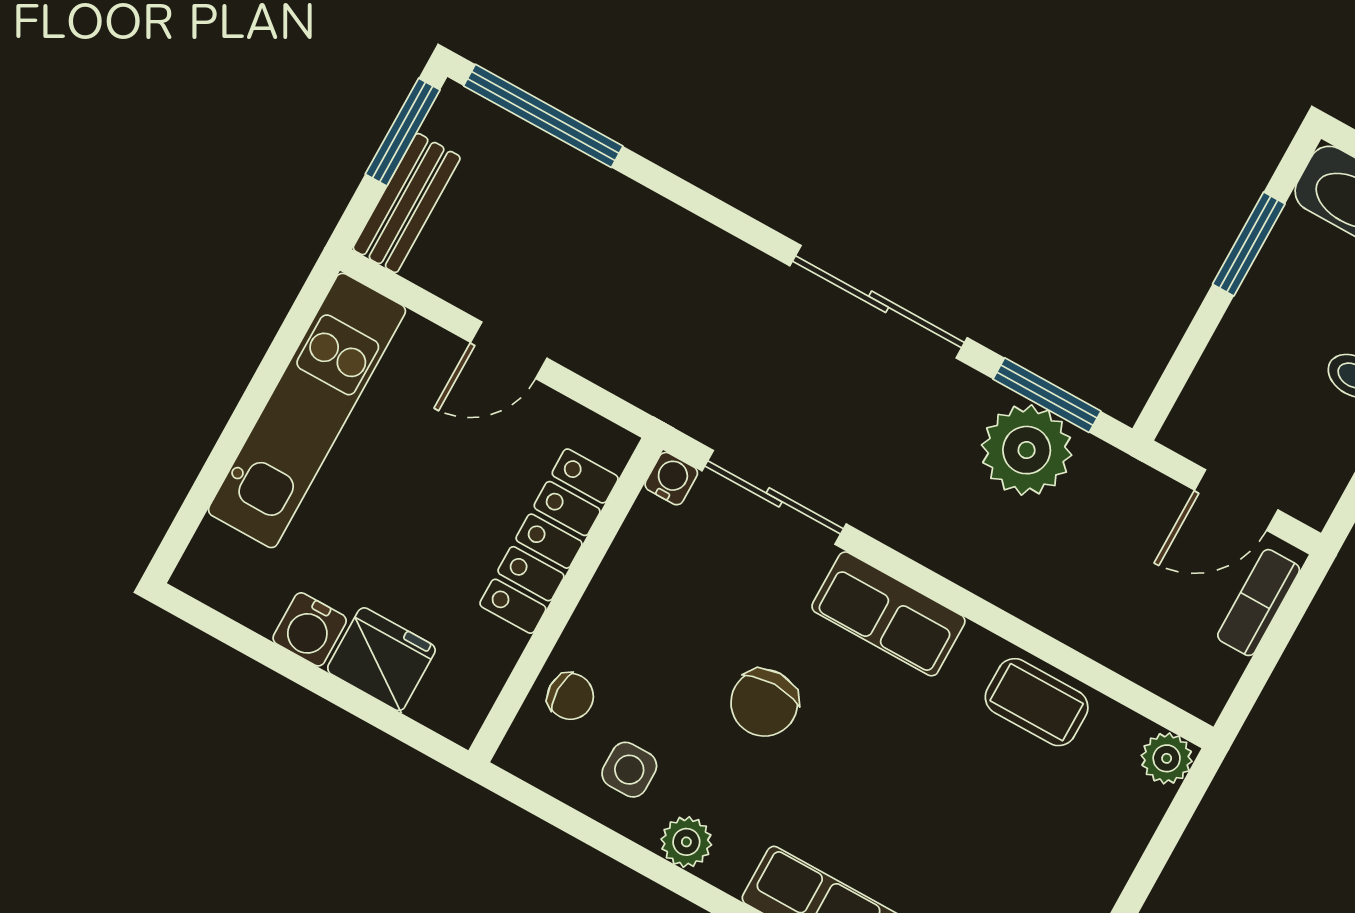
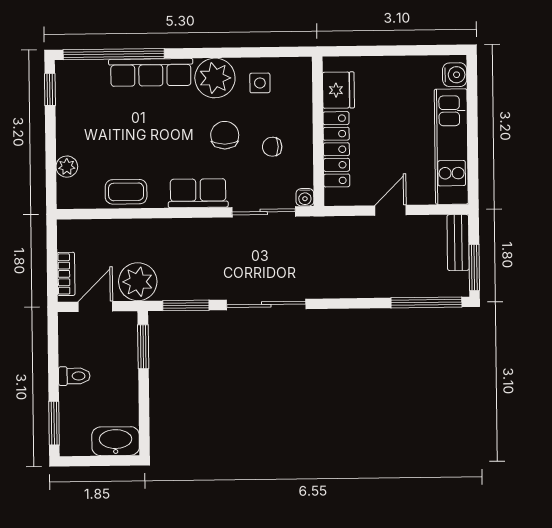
window: (1249, 244) -> (143, 347), moved
plant: (1027, 450) -> (138, 282), moved
water cooler: (310, 629) -> (455, 75), moved, turned 90
fridge: (381, 659) -> (338, 90), moved, turned -90
chair: (570, 696) -> (272, 147), moved
plant: (1167, 758) -> (67, 167), moved
plant: (686, 842) -> (215, 78), width x1.88, depth x1.88

